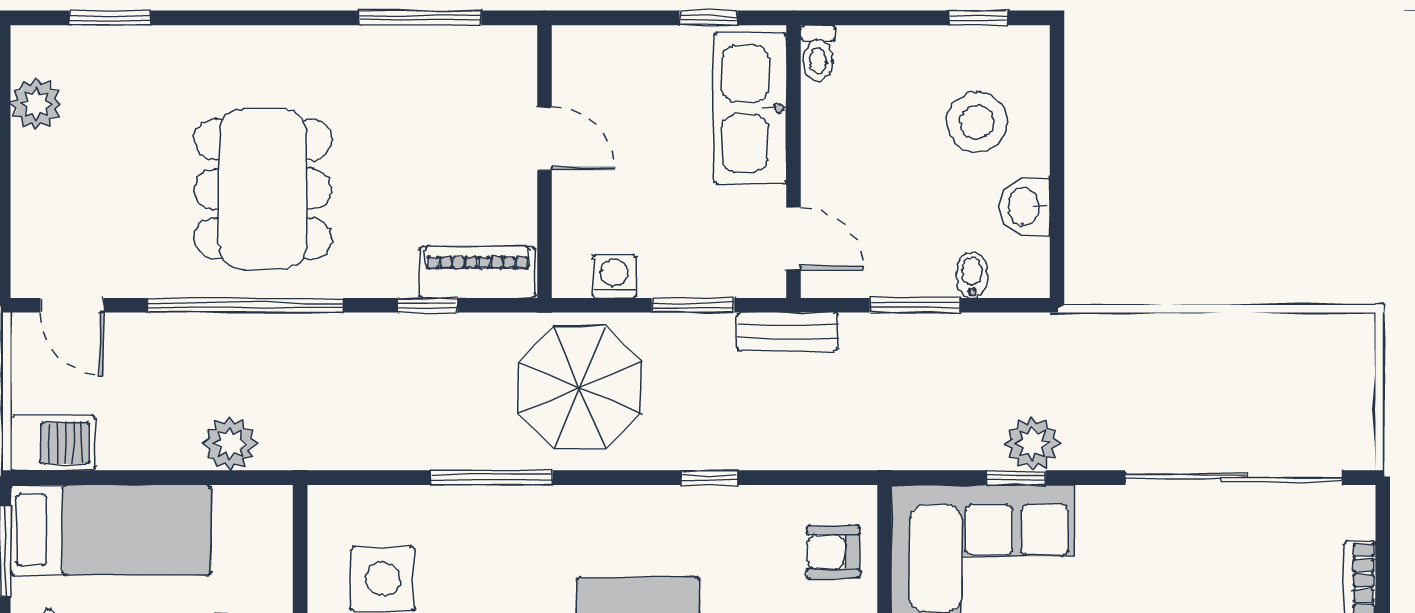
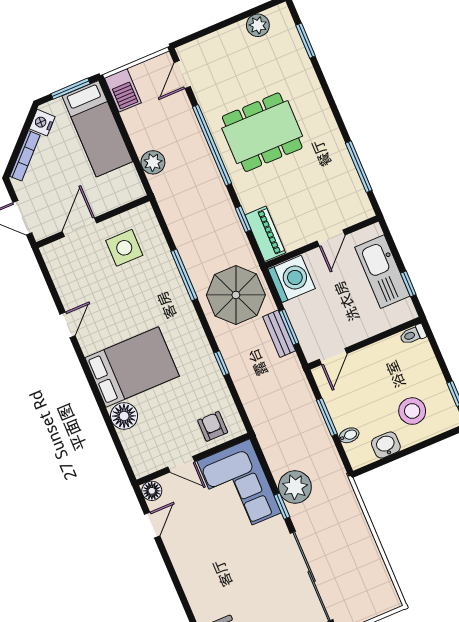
kitchen sink: (750, 108) -> (382, 272), moved, turned -90
washing machine: (614, 276) -> (292, 279), width x1.89, depth x1.89
bench: (787, 332) -> (279, 334), moved
plant: (1032, 443) -> (295, 487), width x1.36, depth x1.36
window: (1016, 478) -> (282, 506), moved

